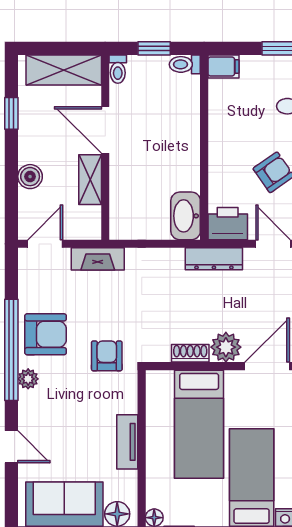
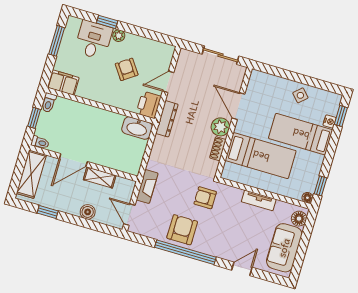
filing cabinet: (223, 66) -> (63, 83), width x2.00
plant: (28, 379) -> (205, 248), removed

